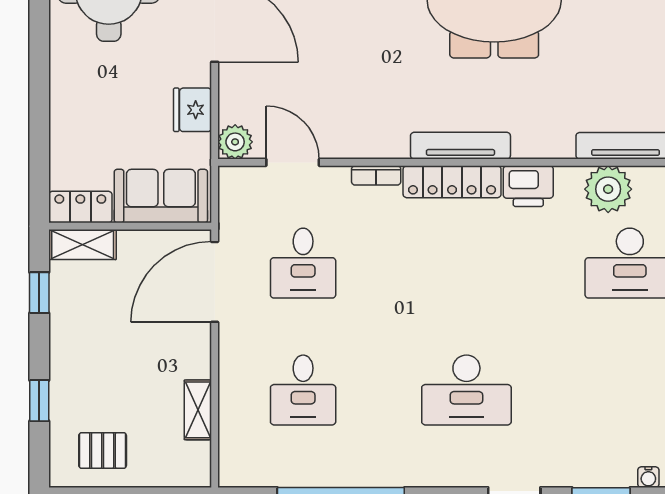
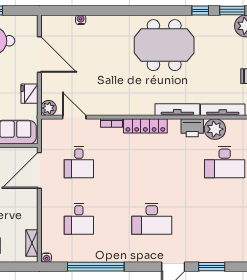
tv unit: (460, 146) -> (177, 110), moved
printer: (528, 186) -> (192, 128), moved
shelving: (198, 410) -> (32, 243), moved
water cooler: (648, 477) -> (47, 258), moved

